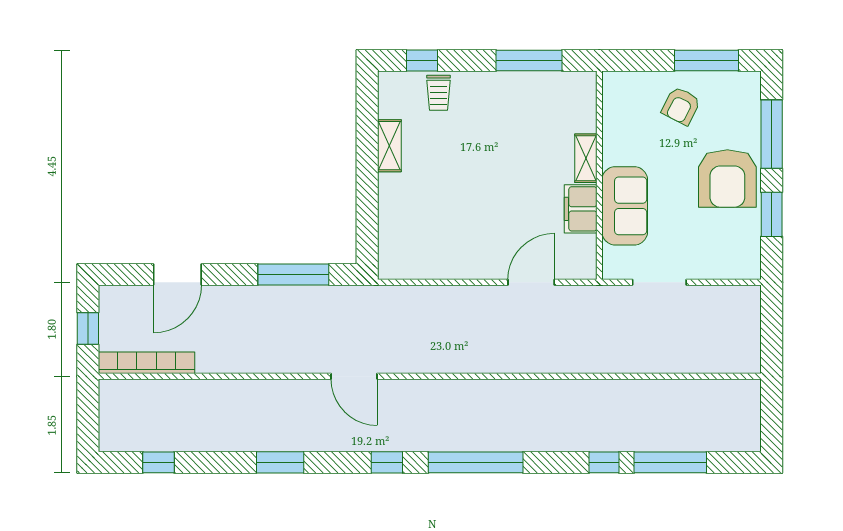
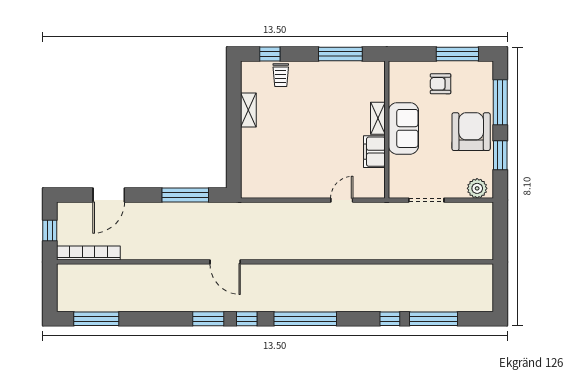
armchair: (681, 106) -> (441, 84), turned 63
armchair: (727, 178) -> (471, 132), turned 180
sofa: (625, 206) -> (403, 128), moved
plant: (737, 265) -> (477, 188), added
door: (531, 282) -> (342, 200), width x0.73
window: (159, 462) -> (96, 319), width x2.17
window: (280, 462) -> (208, 319), moved

